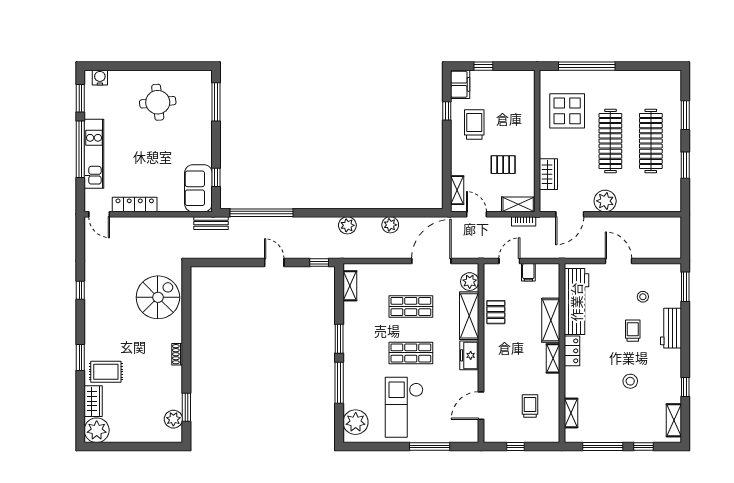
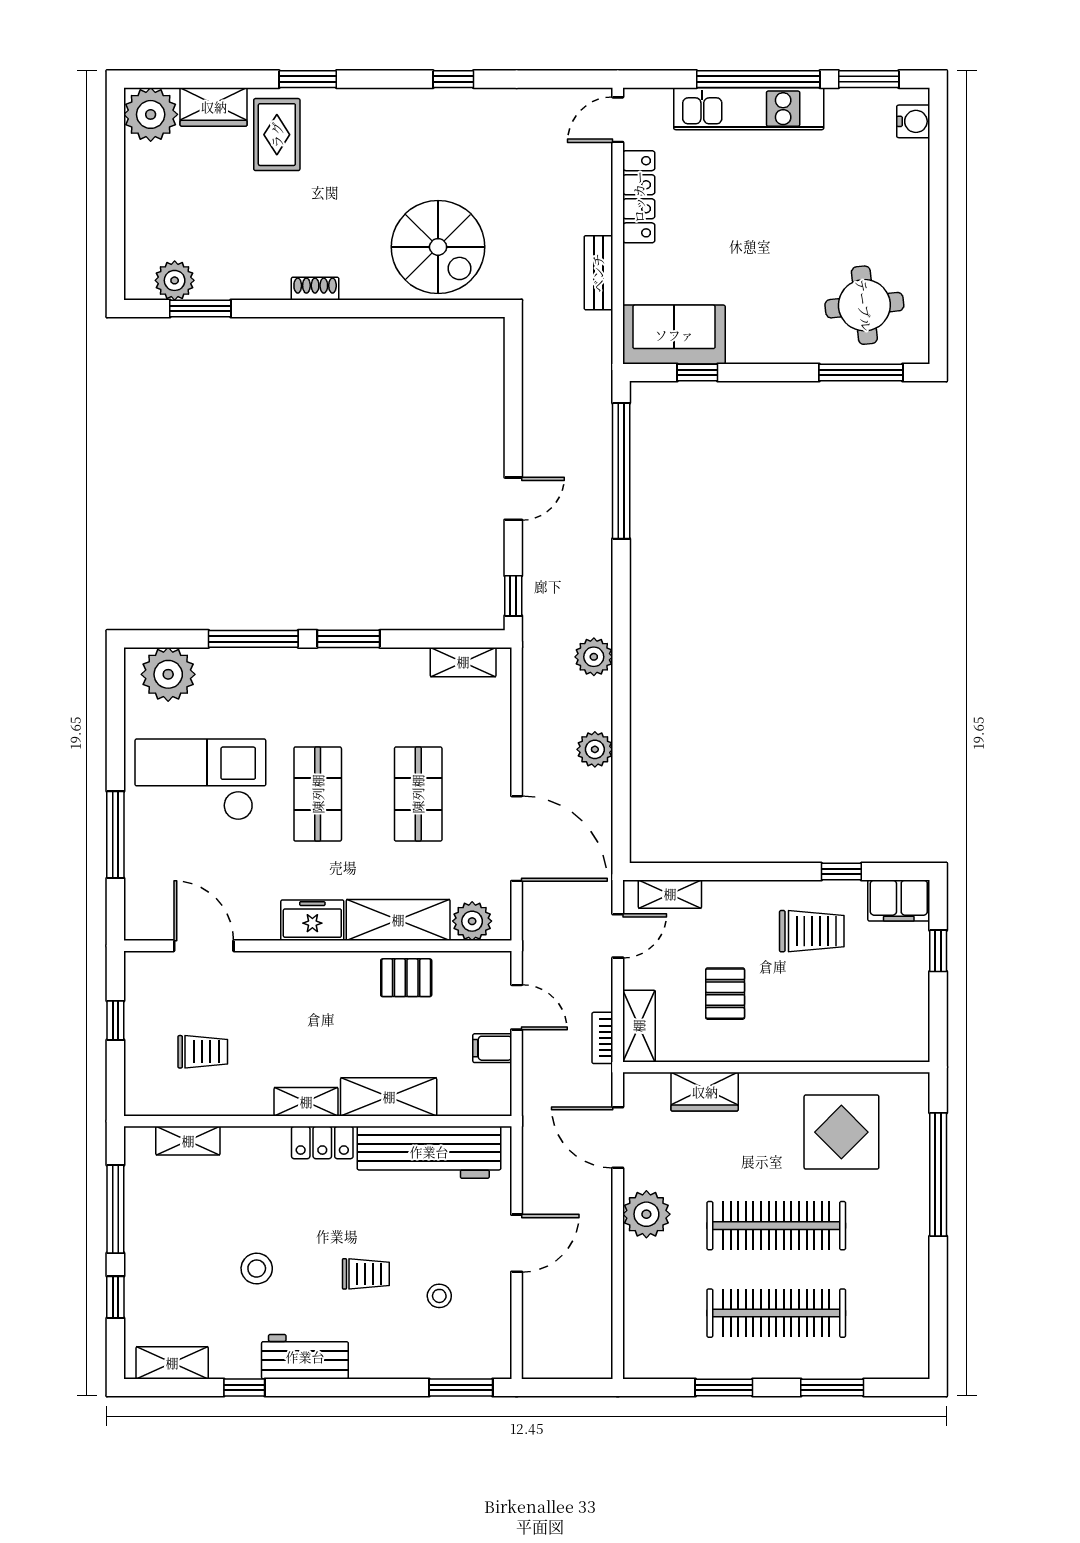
round table: (158, 102) -> (864, 305), moved
bench: (211, 223) -> (598, 273), moved
workbench: (671, 328) -> (305, 1357), moved

